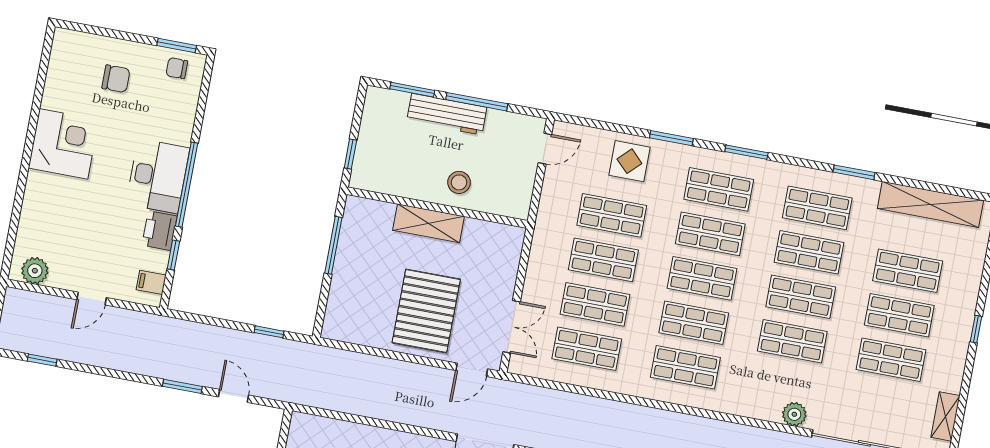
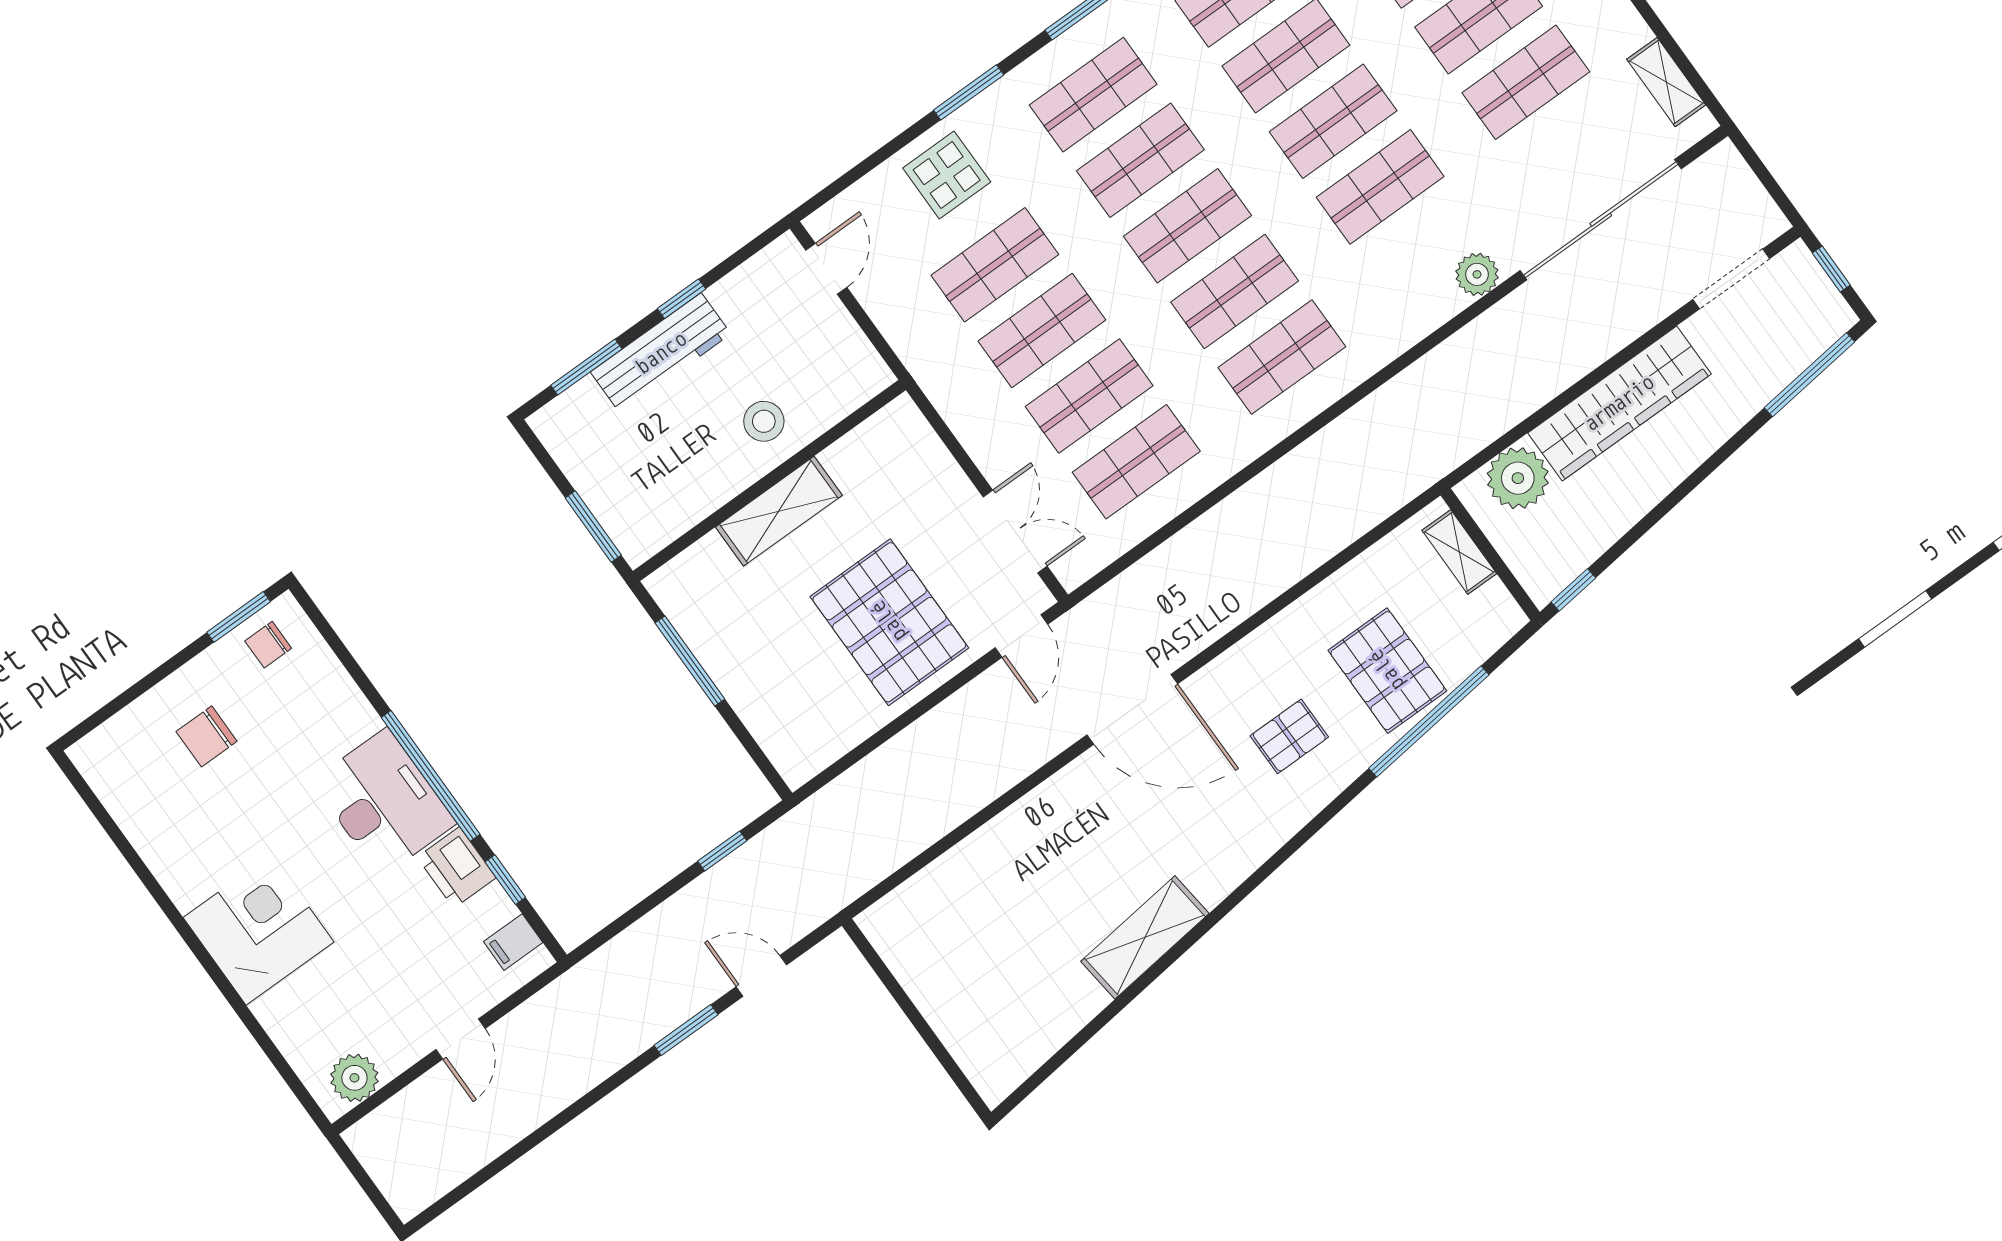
chair: (116, 79) -> (207, 736), turned 180
window: (477, 102) -> (682, 299), width x0.46
corner desk: (63, 144) -> (259, 930), moved
window: (350, 154) -> (593, 527), width x1.50
window: (42, 360) -> (479, 1179), removed

